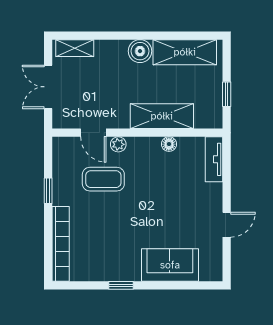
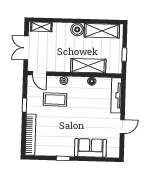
door: (93, 133) -> (39, 73), moved
tv unit: (214, 159) -> (116, 95), width x1.41

